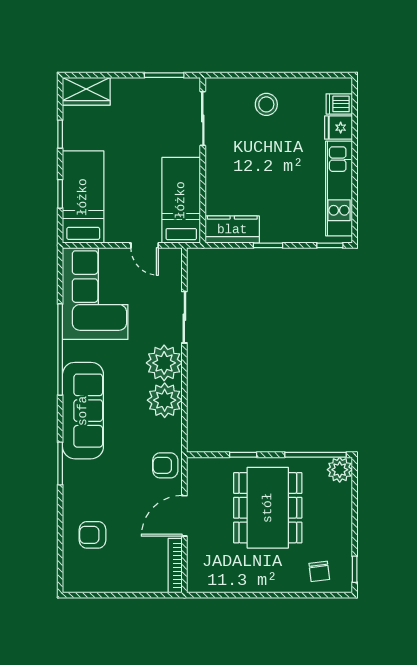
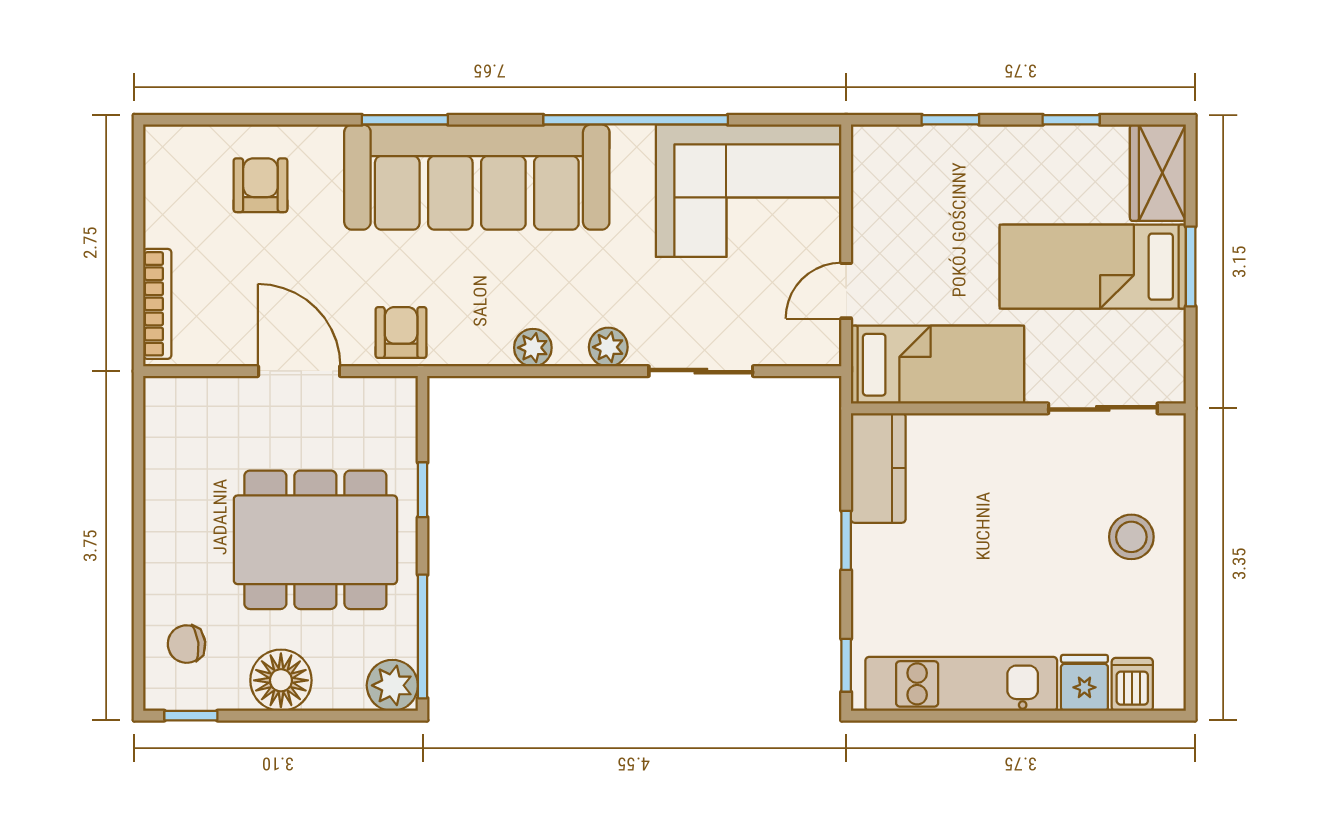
window: (164, 75) -> (1191, 266), moved
bed: (83, 197) -> (1093, 267), moved, turned 180
plant: (164, 363) -> (608, 347), width x0.53, depth x0.53
plant: (165, 400) -> (533, 348), width x0.53, depth x0.53
sofa: (83, 411) -> (477, 177), width x1.36, depth x1.27
floor lamp: (337, 525) -> (281, 680), added
bookcase: (175, 566) -> (157, 304), moved, turned 90

